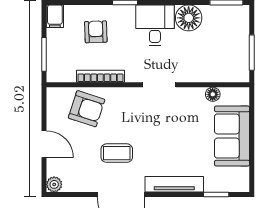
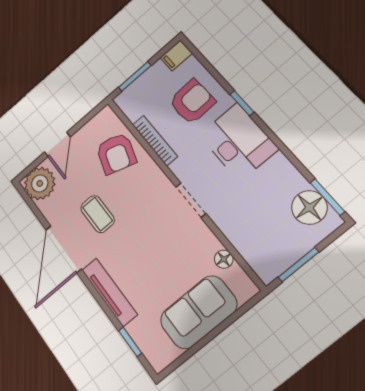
floor lamp: (189, 18) -> (309, 207), moved
desk: (155, 25) -> (238, 142), width x1.37
armchair: (96, 32) -> (192, 102), width x1.38, depth x1.38
plant: (54, 184) -> (40, 183), width x1.88, depth x1.88

